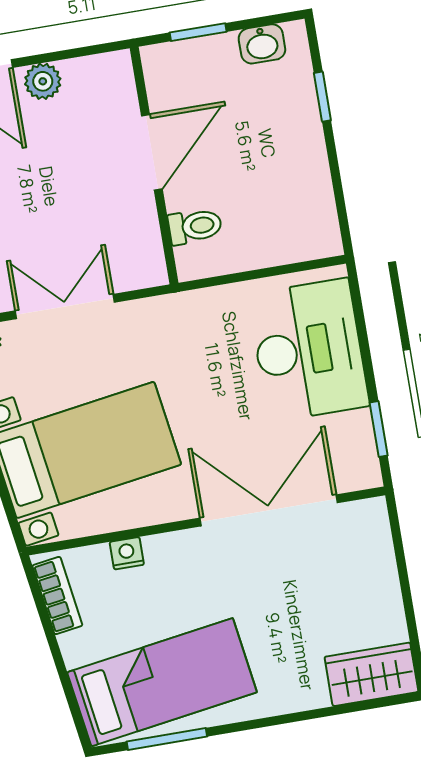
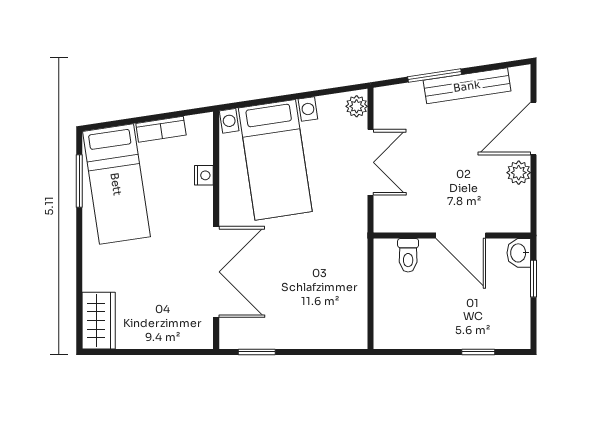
washbasin: (262, 44) -> (519, 253), moved
desk: (309, 350) -> (316, 315), removed
bookcase: (57, 595) -> (161, 129), moved

